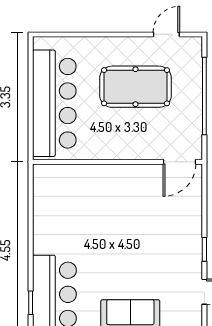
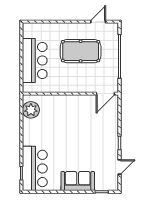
bar counter: (54, 103) -> (35, 60), width x0.73
plant: (47, 191) -> (31, 110), added

